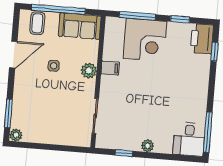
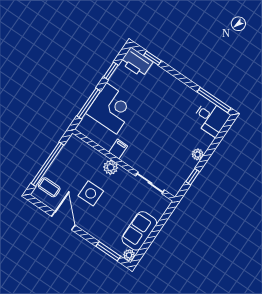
sofa: (80, 26) -> (139, 231), moved, turned 180
side table: (54, 66) -> (91, 193), width x1.87, depth x1.87

